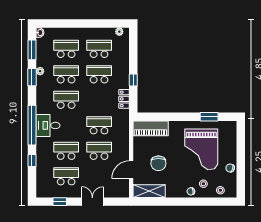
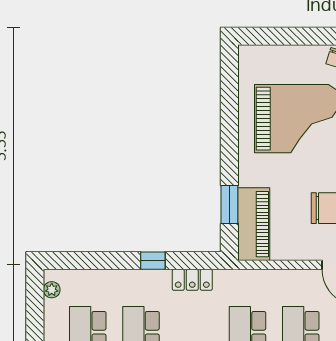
window: (209, 117) -> (229, 205), moved

